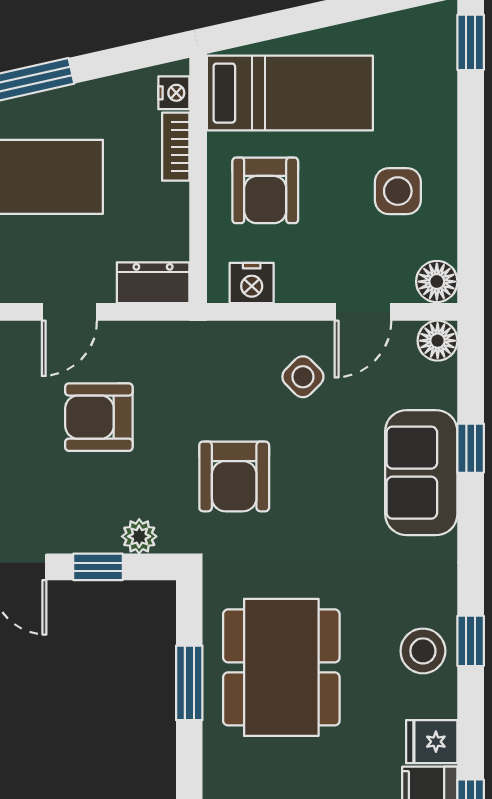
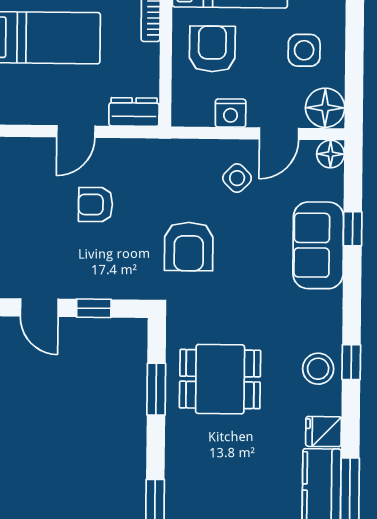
armchair: (265, 190) -> (212, 49), turned 180
floor lamp: (437, 282) -> (325, 108), width x1.38, depth x1.38
nightstand: (252, 283) -> (231, 113), moved
armchair: (99, 417) -> (96, 205), width x0.72, depth x0.72
plant: (139, 536) -> (123, 287), removed
dining table: (281, 667) -> (220, 379), width x0.73

